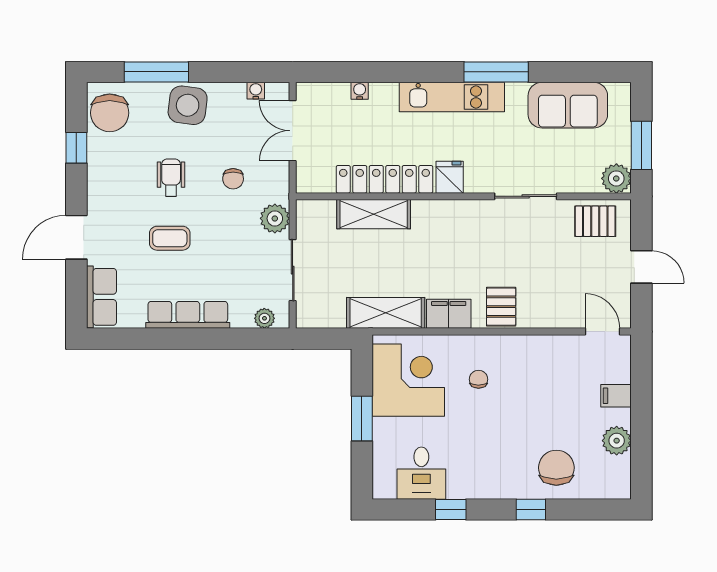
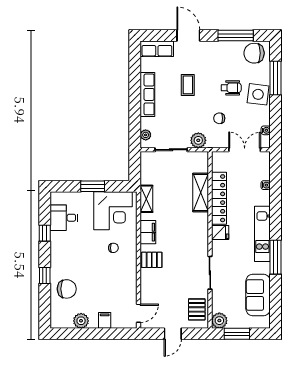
window: (76, 148) -> (236, 36), width x2.17
wheelchair: (171, 178) -> (231, 88), moved
shelving: (386, 313) -> (146, 199), width x0.67, depth x0.75

